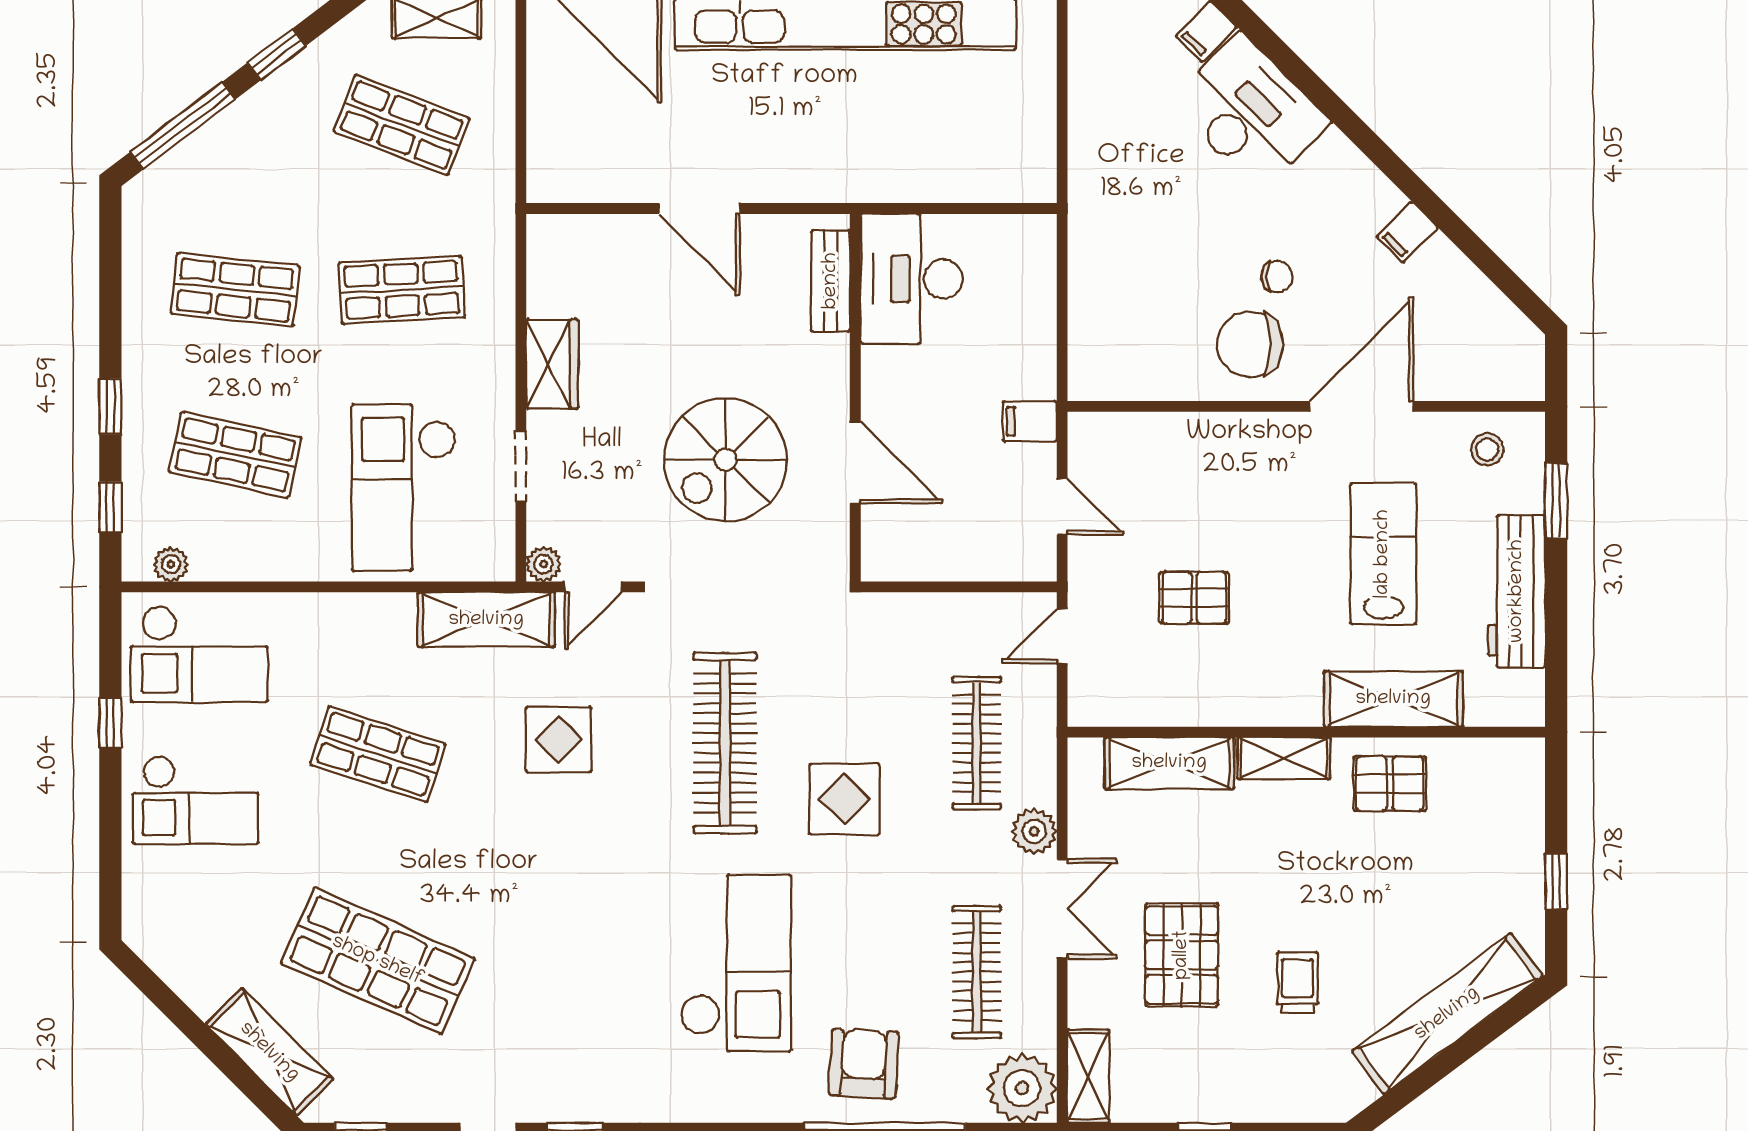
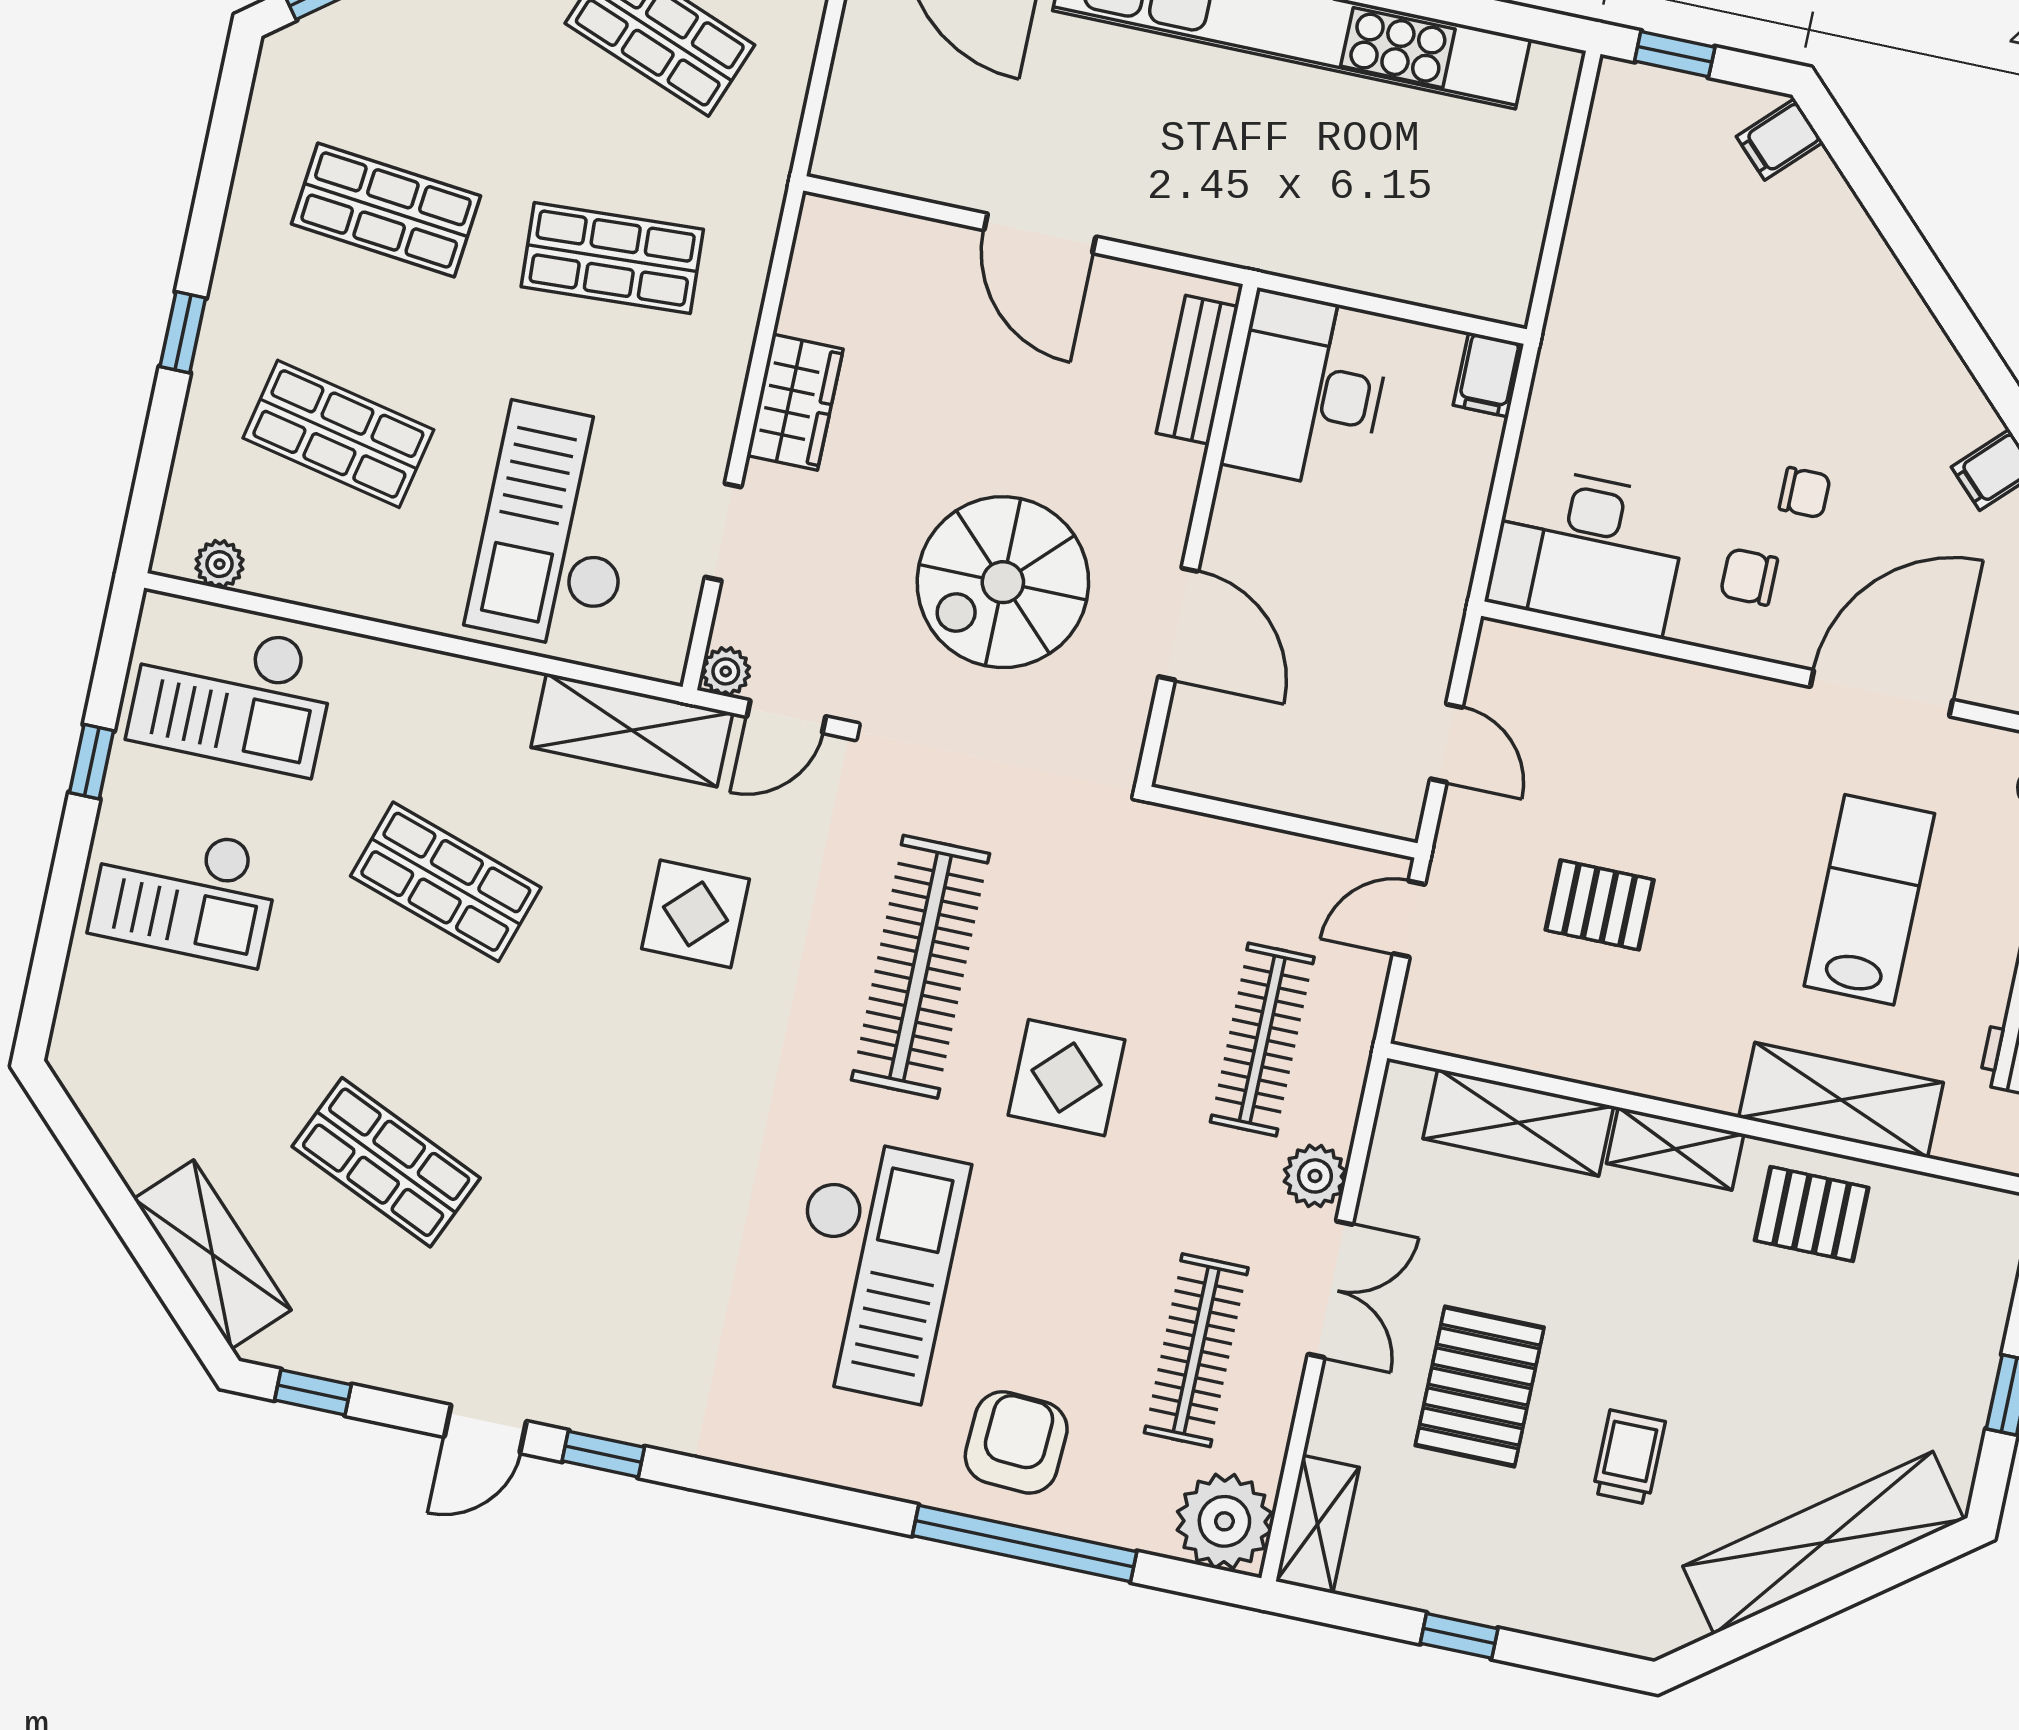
desk: (1250, 112) -> (1588, 550), moved, turned 135
chair: (1250, 344) -> (1749, 577), width x0.54, depth x0.54
filing cabinet: (1030, 421) -> (1489, 375), moved, turned -90
window: (110, 507) -> (154, 469), removed
shop shelf: (378, 961) -> (386, 1162), width x0.70, depth x0.74

